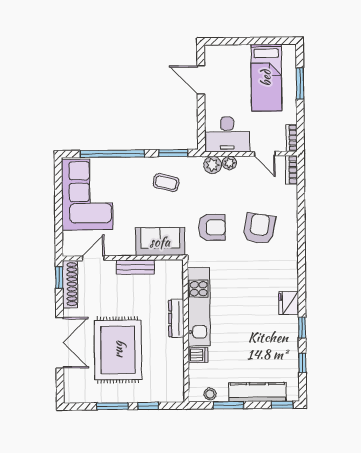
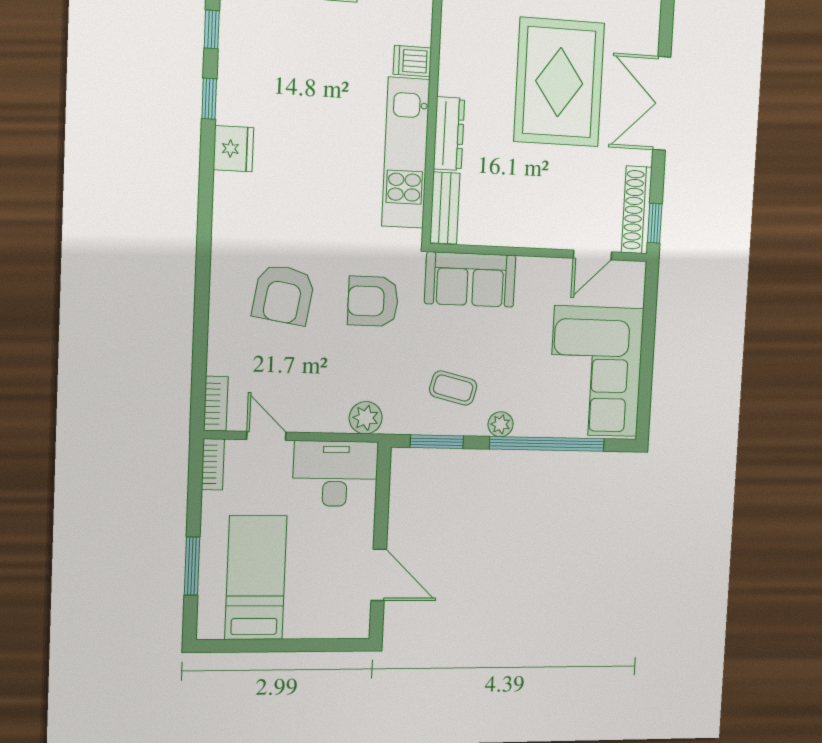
plant: (230, 163) -> (501, 424), moved
bench: (135, 267) -> (445, 208), moved, turned 90

